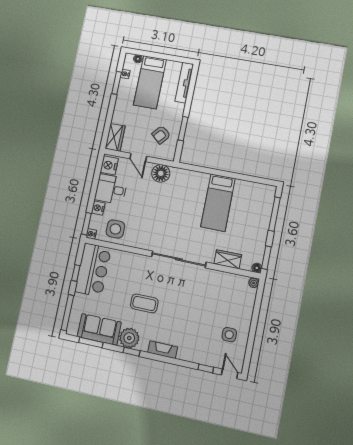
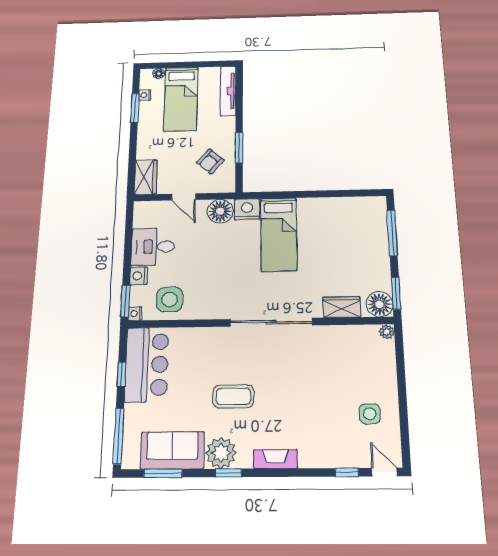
nightstand: (109, 165) -> (247, 209), moved, turned 90
bed: (218, 203) -> (279, 234), moved
floor lamp: (257, 268) -> (379, 304), width x1.89, depth x1.89

